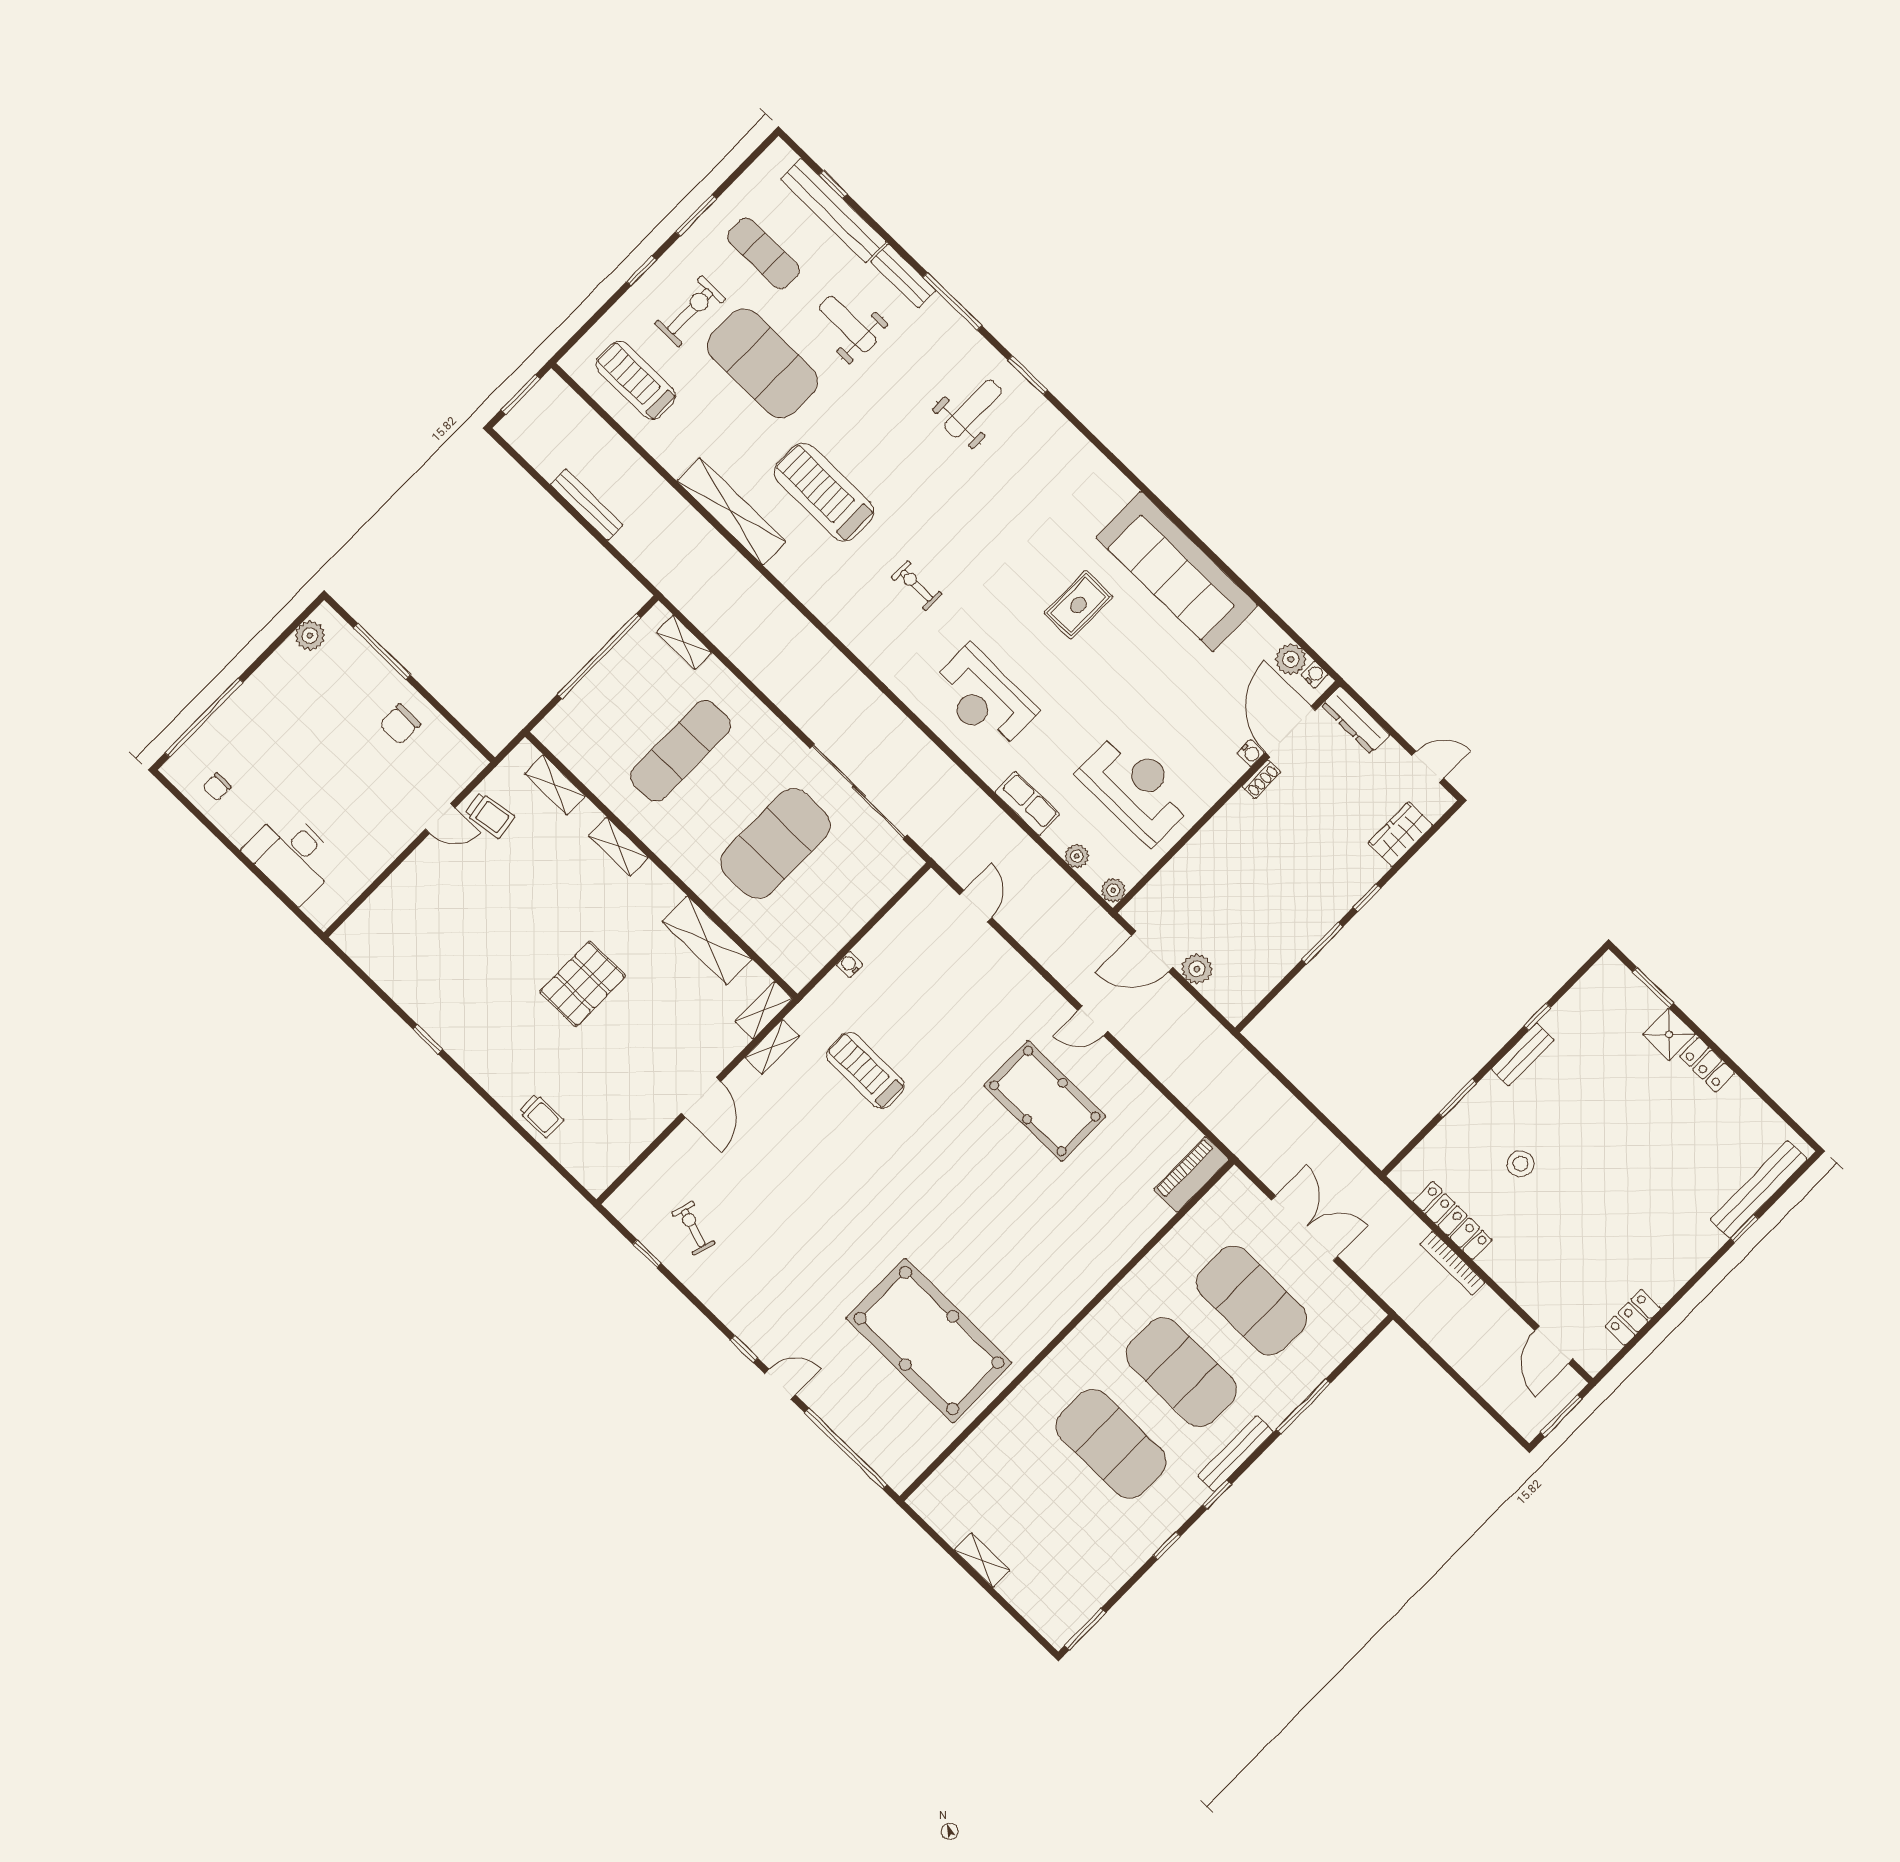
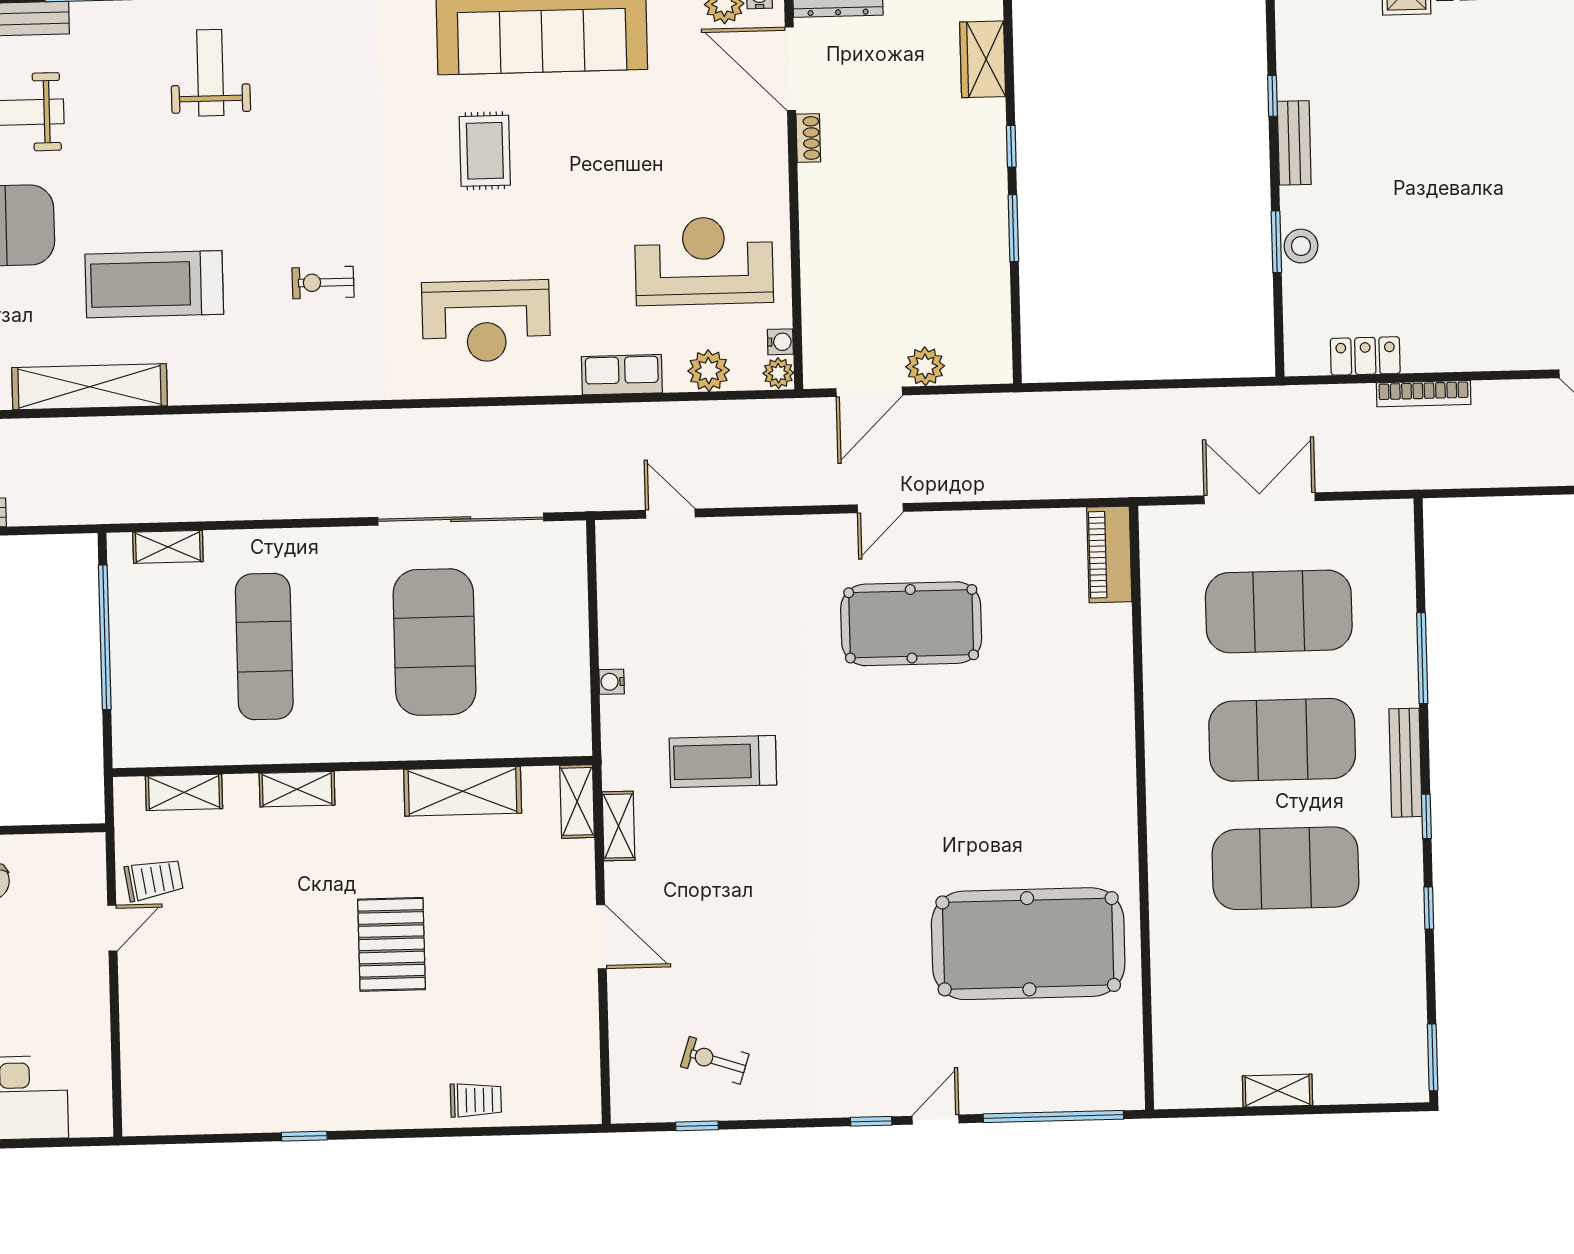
water cooler: (1251, 753) -> (780, 342), moved
plant: (1077, 856) -> (709, 371), width x1.38, depth x1.38
stool: (1521, 1164) -> (1301, 246), moved
locker: (1453, 1221) -> (1365, 356), width x0.66

